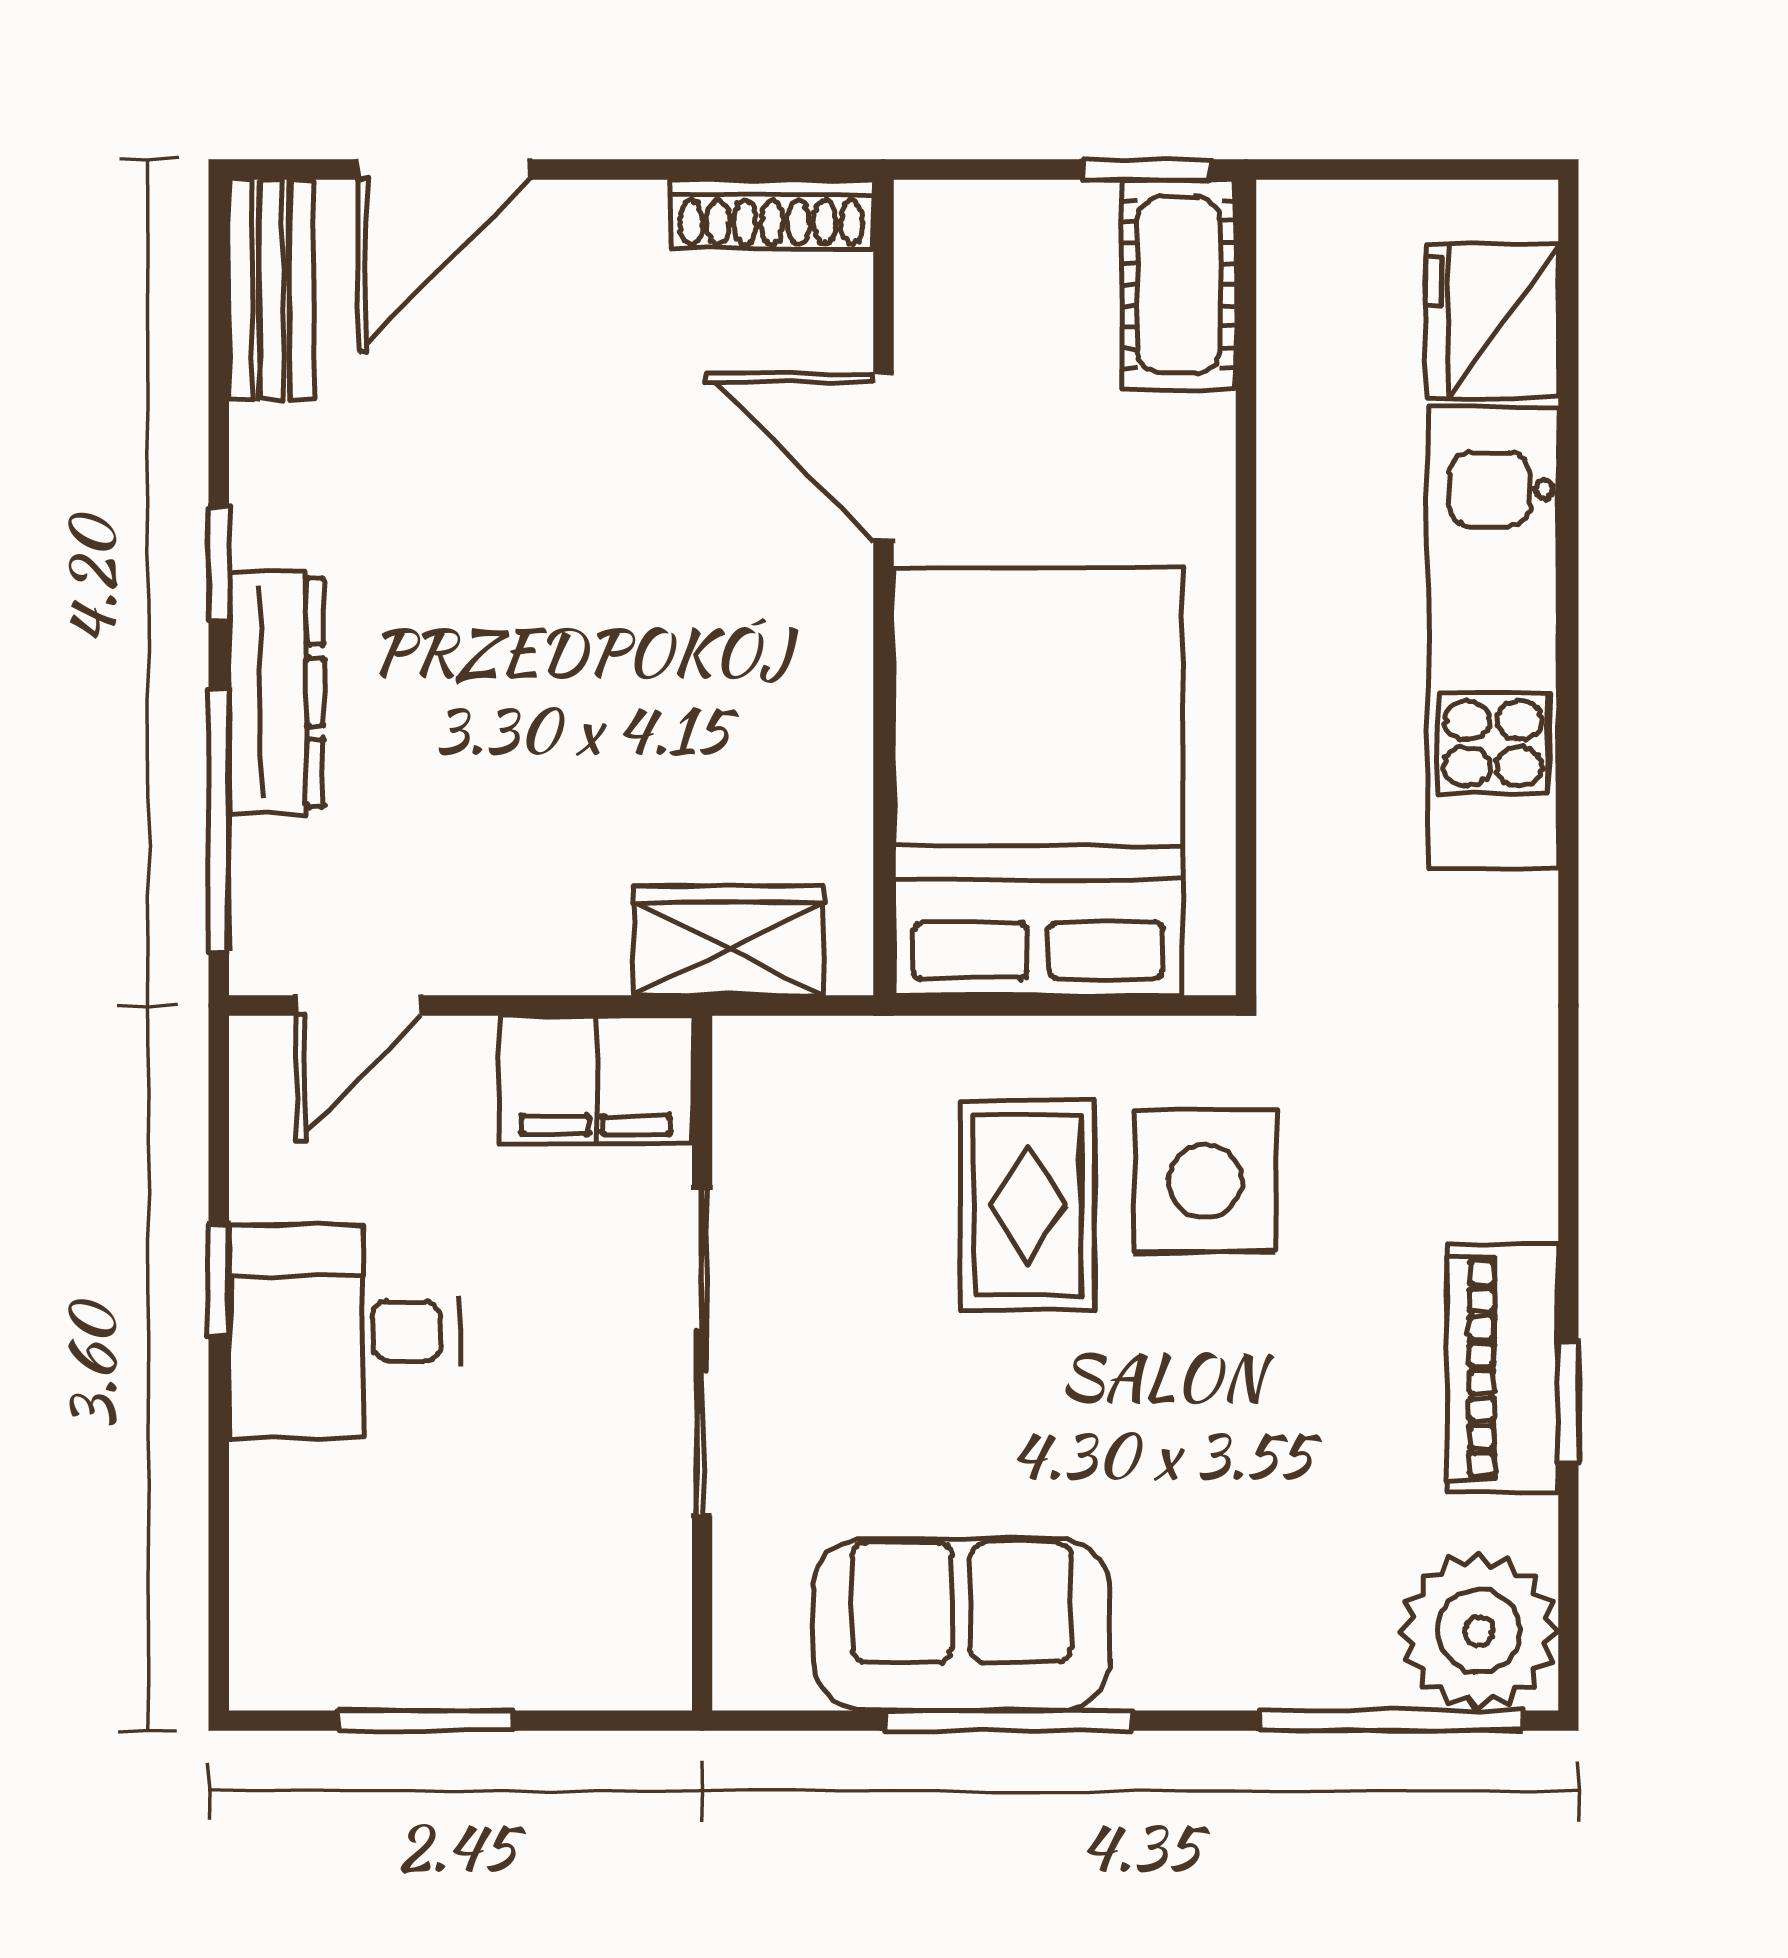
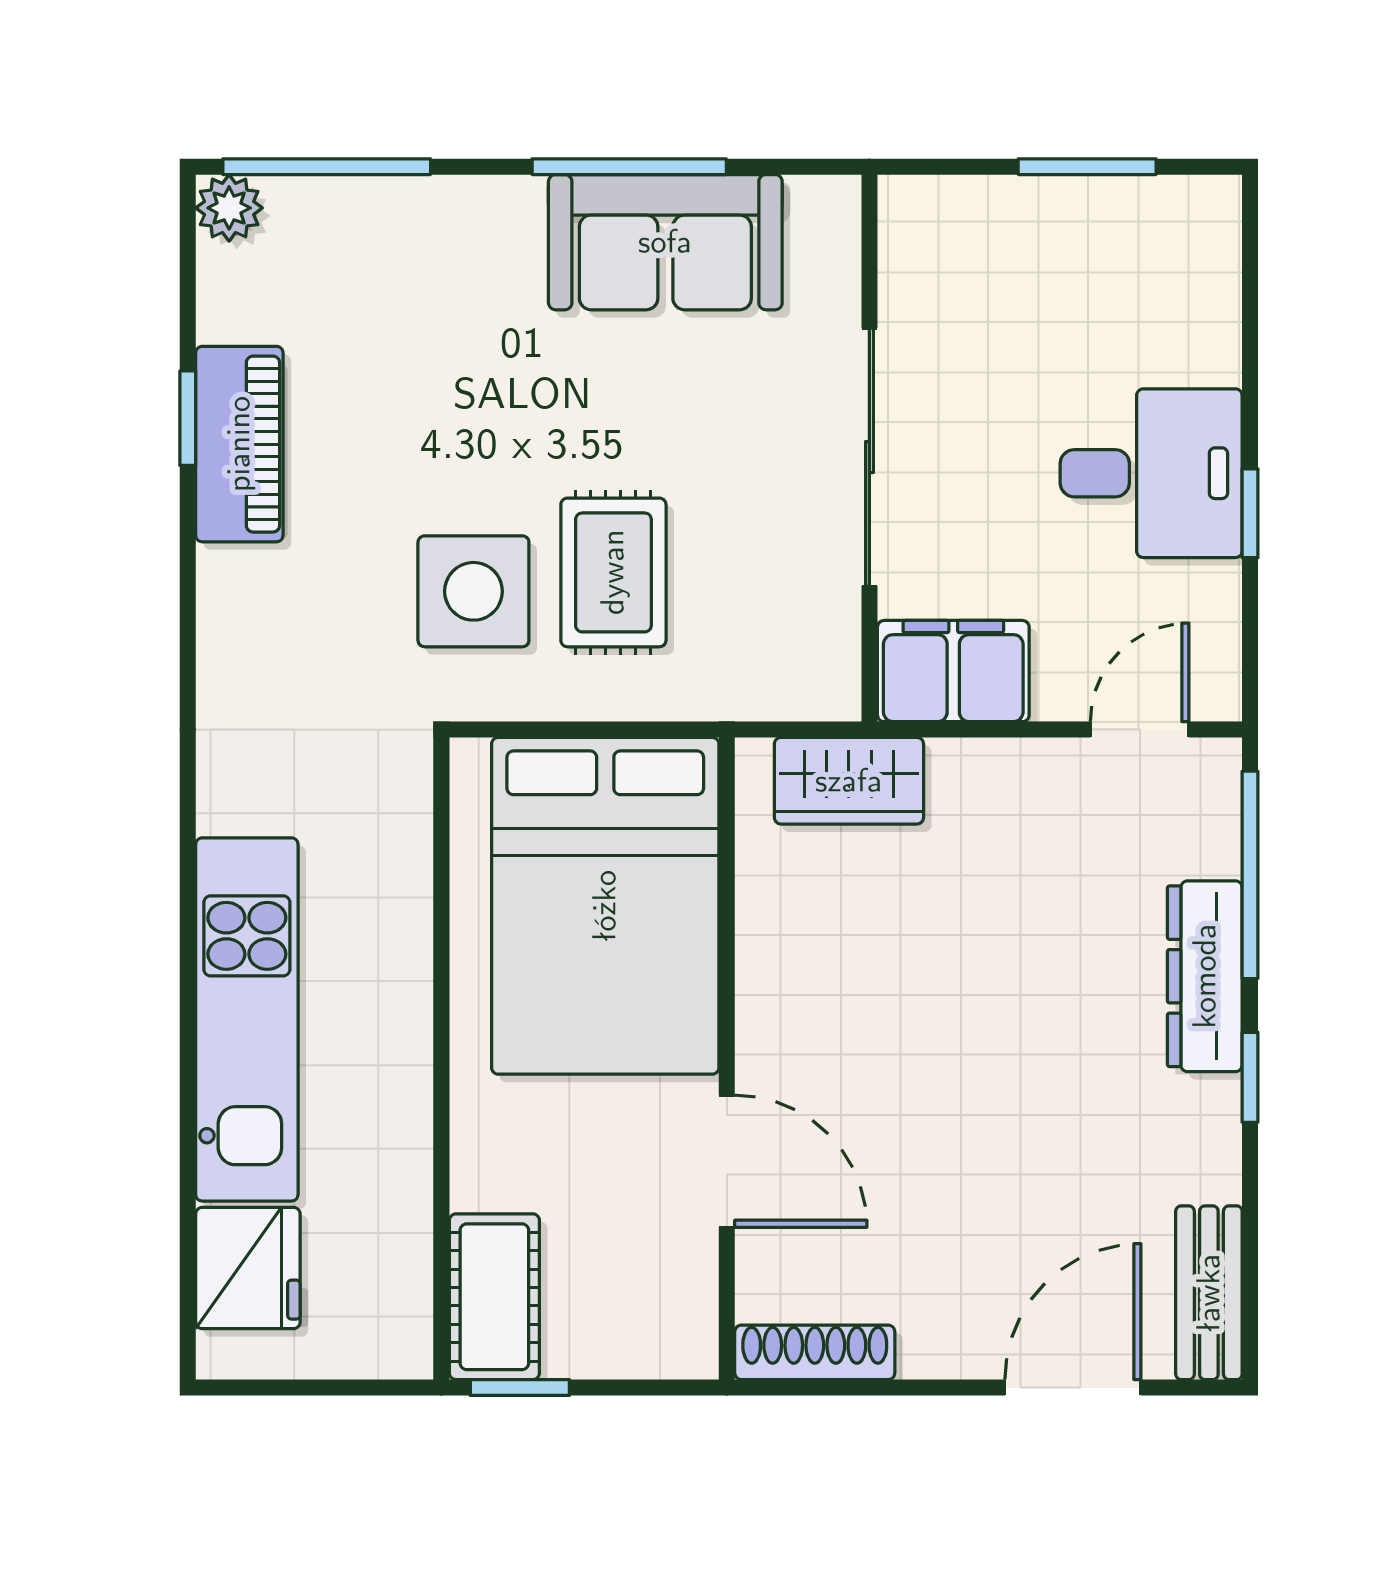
plant: (1479, 1631) -> (229, 208), width x0.53, depth x0.53

